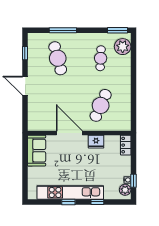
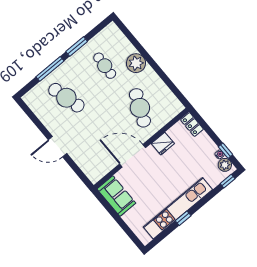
window: (117, 30) -> (77, 47), moved
plant: (123, 47) -> (136, 63), moved
window: (25, 53) -> (33, 118), removed
window: (97, 202) -> (228, 181), moved

